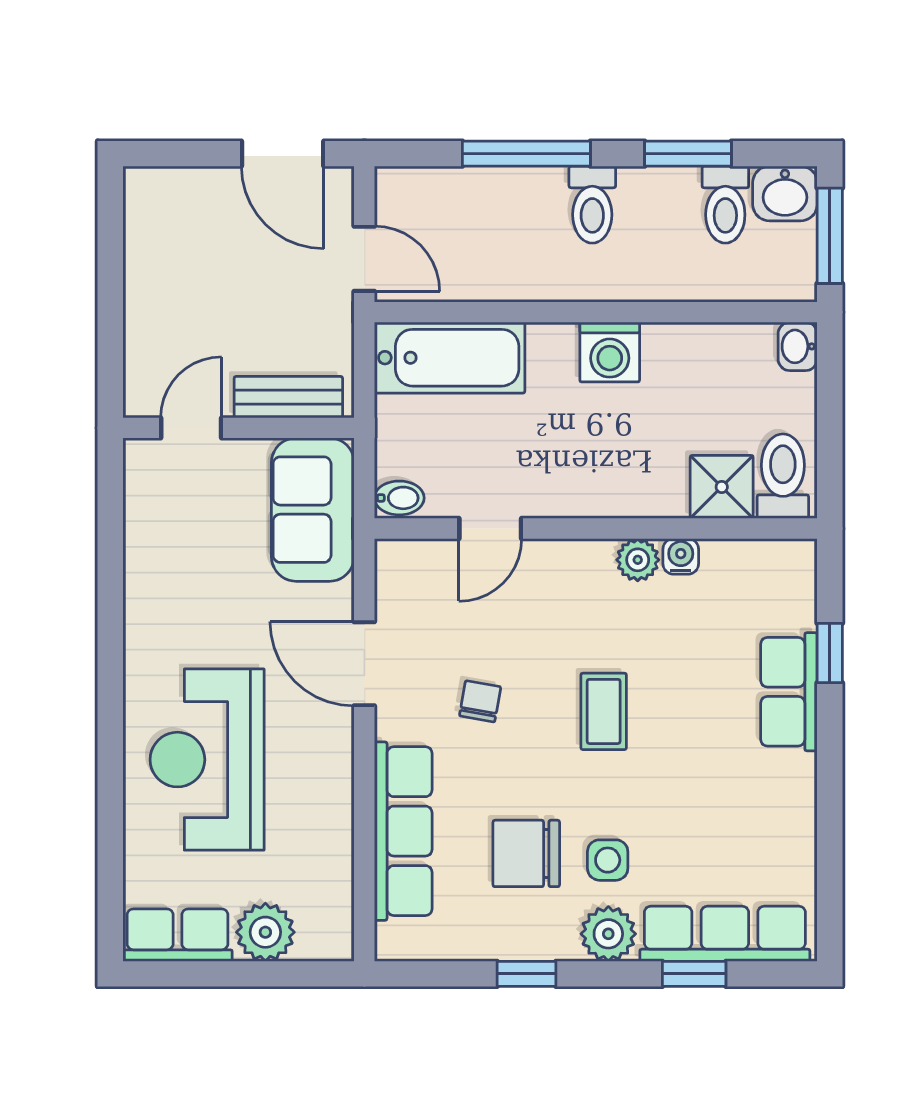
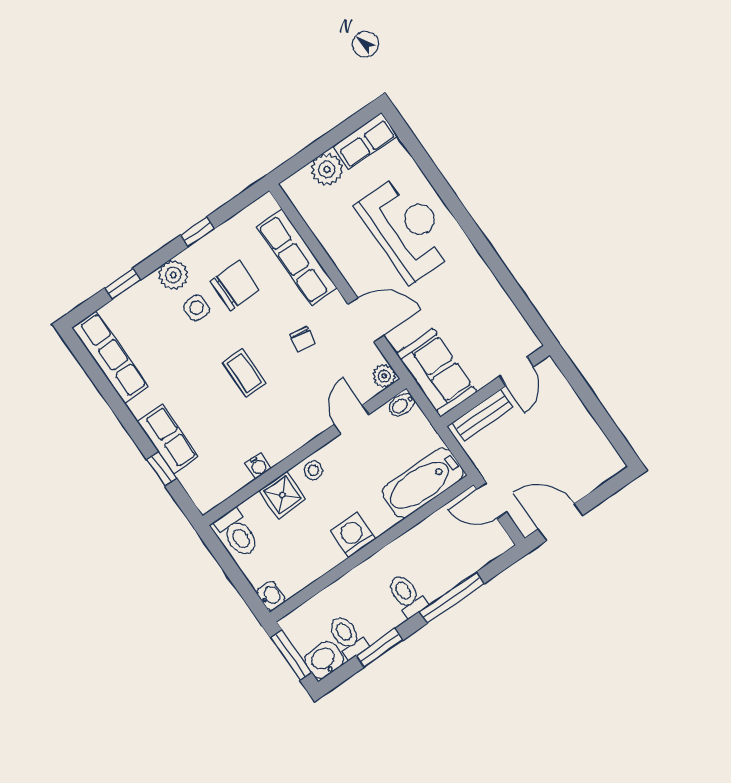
shower: (722, 487) -> (282, 495), moved
stool: (602, 492) -> (313, 470), added
plant: (638, 560) -> (384, 376), moved
row of seats: (725, 934) -> (110, 357), moved, turned -90

